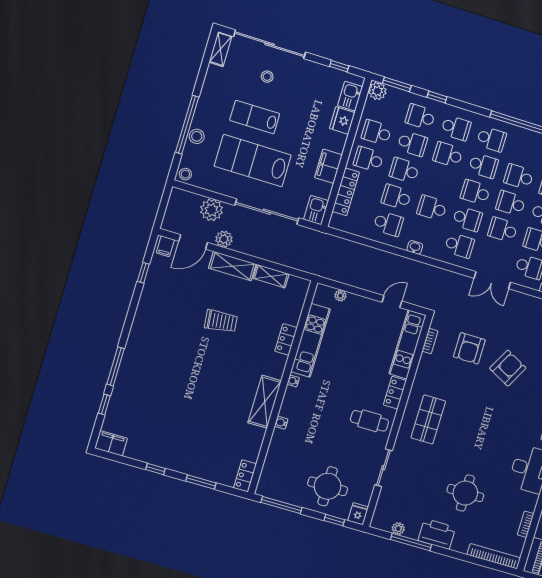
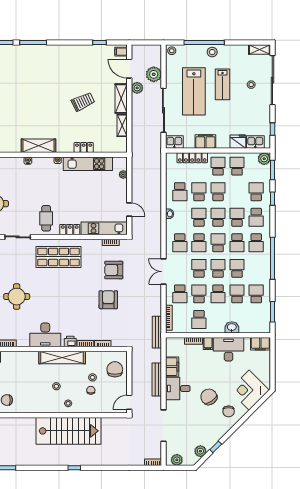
lab bench: (255, 117) -> (223, 84), turned 180
stool: (197, 136) -> (212, 52), moved
school desk: (412, 144) -> (218, 217), moved, turned 180
lab bench: (253, 161) -> (194, 91), turned 180
trolley: (221, 321) -> (83, 102), turned -109
armchair: (508, 368) -> (108, 300), turned -118
shop shelf: (428, 419) -> (58, 257), width x1.43, depth x1.36

